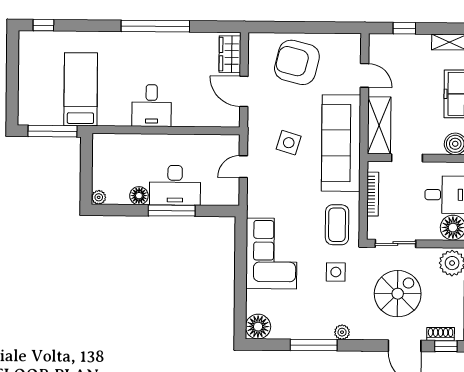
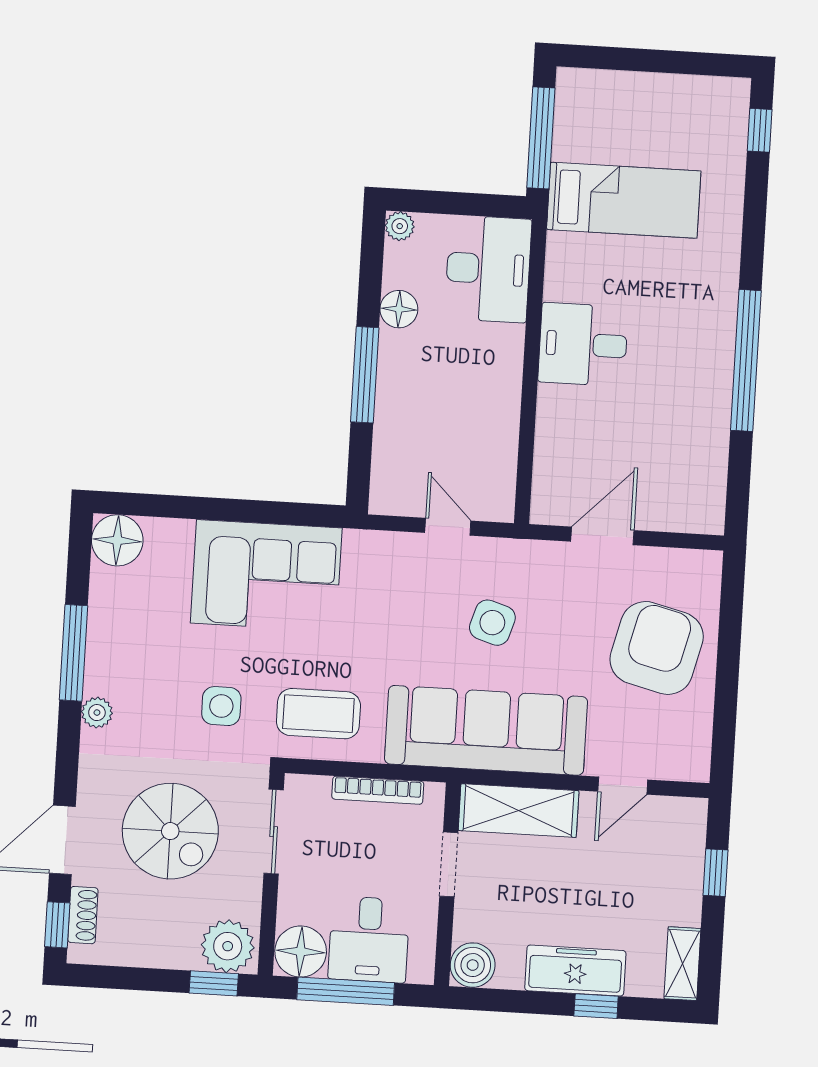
wardrobe: (230, 54) -> (681, 511), removed
desk: (175, 185) -> (488, 269), moved, turned 180

